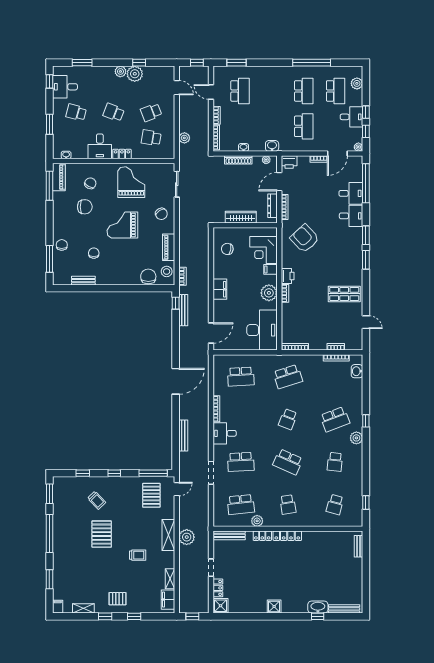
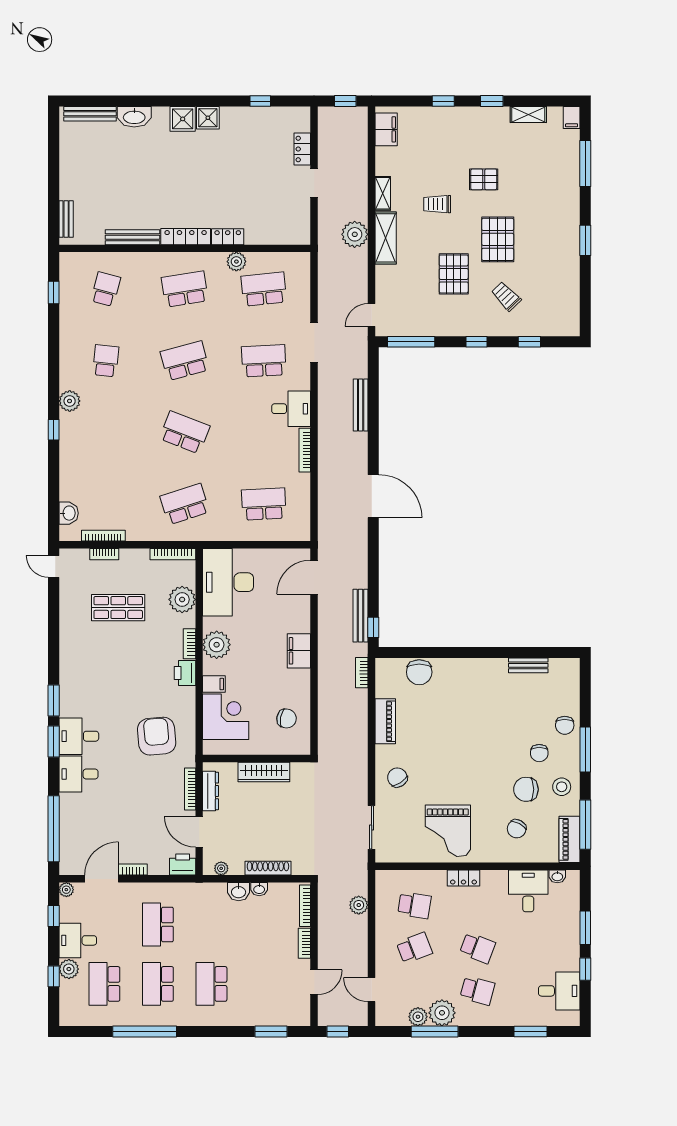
window: (139, 63) -> (435, 1031), width x2.17
plant: (120, 71) -> (418, 1017), moved
window: (49, 81) -> (585, 969), moved
plant: (357, 83) -> (69, 969), moved
school desk: (240, 91) -> (211, 984), moved
door: (211, 92) -> (314, 982), hinge flipped
school desk: (76, 112) -> (477, 991), moved
window: (366, 112) -> (54, 976), moved
desk: (100, 146) -> (528, 891), moved
washbasin: (272, 146) -> (239, 892), moved
door: (279, 182) -> (199, 832), swing flipped
desk: (351, 193) -> (79, 736), moved
grand piano: (122, 225) -> (463, 759), removed
armchair: (305, 238) -> (157, 736), turned -142
chair: (94, 253) -> (539, 753), moved
window: (49, 259) -> (585, 750), moved
stool: (167, 271) -> (562, 787), moved
shop shelf: (344, 294) -> (118, 608), moved
plant: (289, 320) -> (182, 599), added
door: (366, 322) -> (54, 566), moved
door: (176, 381) -> (373, 496), swing flipped
school desk: (288, 419) -> (185, 432), width x1.85
school desk: (335, 419) -> (106, 432), removed
school desk: (288, 462) -> (185, 361), turned -39
window: (49, 494) -> (585, 307), removed
pallet: (151, 495) -> (454, 274), moved
school desk: (288, 505) -> (185, 289), width x1.85
window: (49, 533) -> (585, 240), width x0.47
bench: (229, 535) -> (132, 237), moved
window: (49, 579) -> (585, 163), width x1.44
shelving: (170, 579) -> (383, 193), moved
pallet: (118, 599) -> (484, 179), moved
shower: (220, 606) -> (183, 119), moved
window: (318, 616) -> (260, 101), moved

